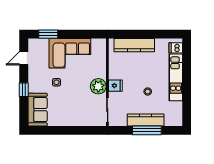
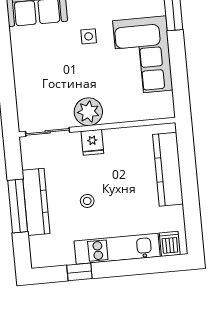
window: (187, 99) -> (79, 272), added

